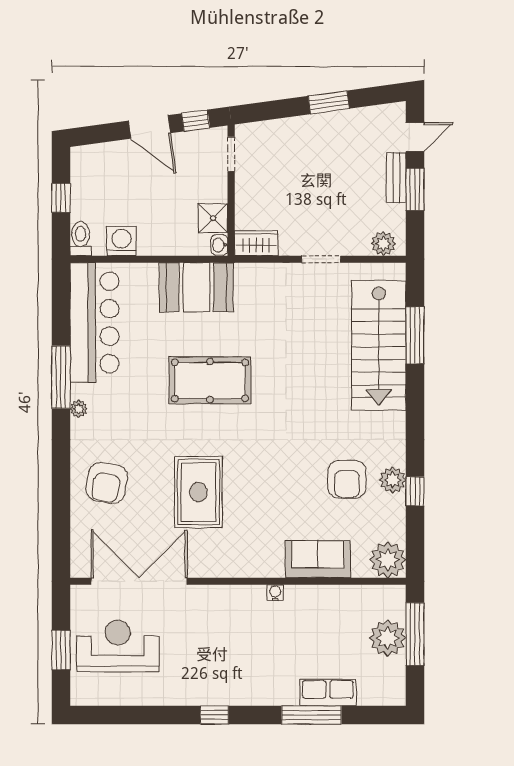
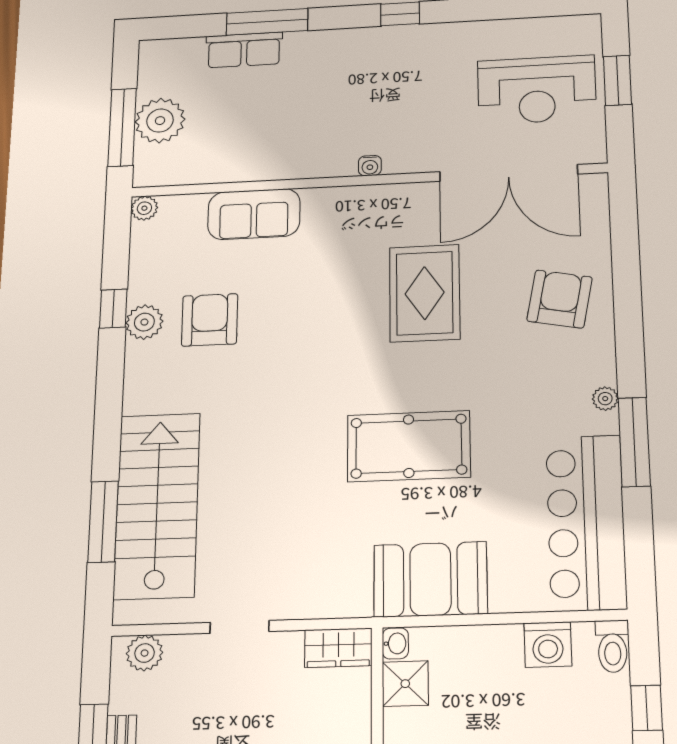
plant: (388, 560) -> (144, 208), width x0.53, depth x0.53
water cooler: (275, 593) -> (370, 166), moved

